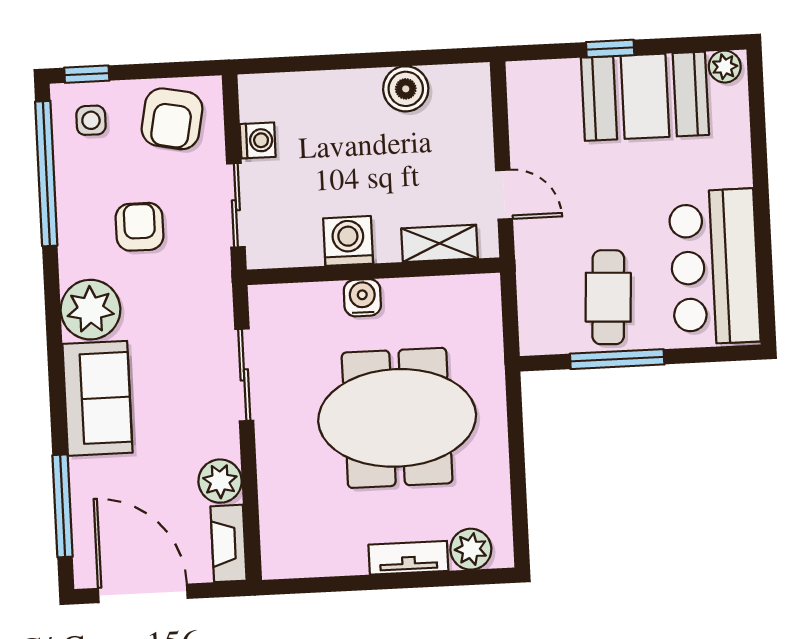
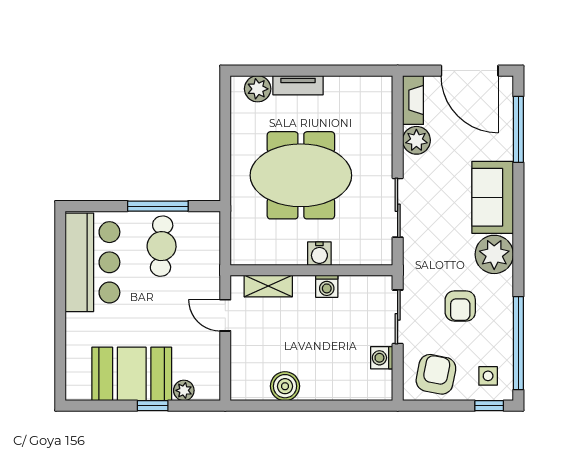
plant: (725, 67) -> (184, 390), moved
washing machine: (348, 241) -> (327, 286), width x0.73, depth x0.73

